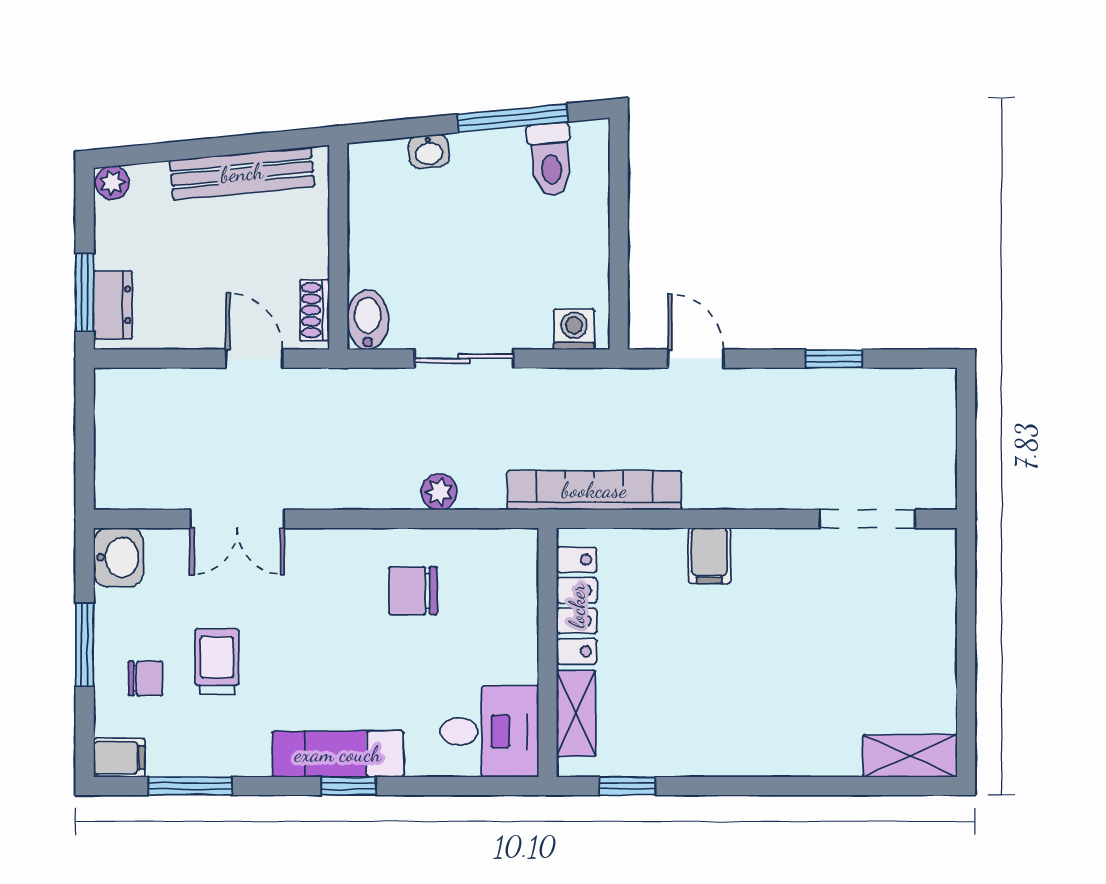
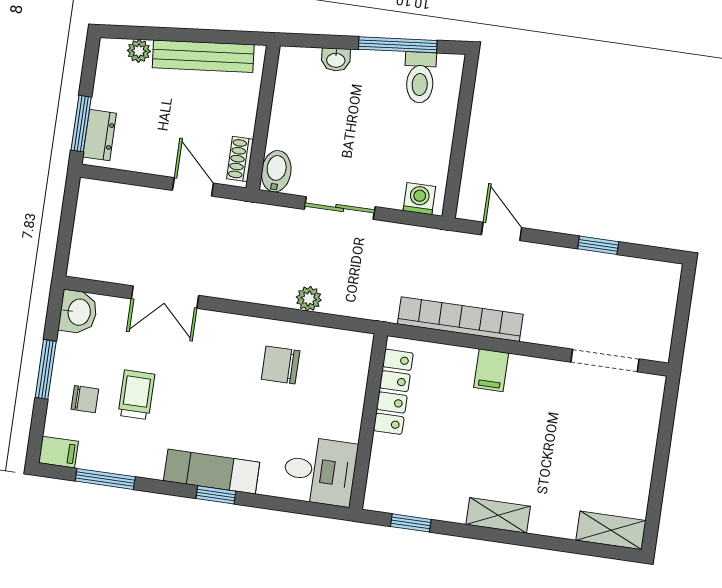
plant: (112, 183) -> (139, 51), moved
bookcase: (594, 490) -> (460, 319), moved
shelving: (576, 713) -> (498, 515), moved, turned 90

